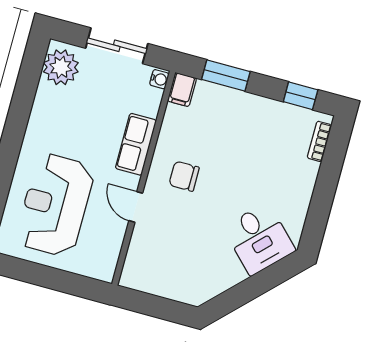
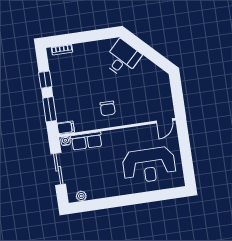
plant: (61, 67) -> (81, 196), width x0.53, depth x0.53
window: (301, 96) -> (45, 80), moved
row of seats: (136, 144) -> (87, 141), moved
door: (136, 207) -> (164, 121), moved

